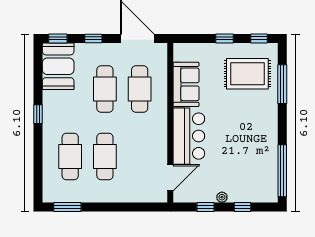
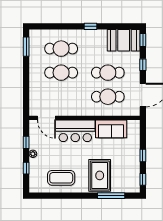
rug: (247, 74) -> (100, 175), moved
coffee table: (257, 156) -> (61, 178), added
window: (282, 171) -> (51, 196), removed

